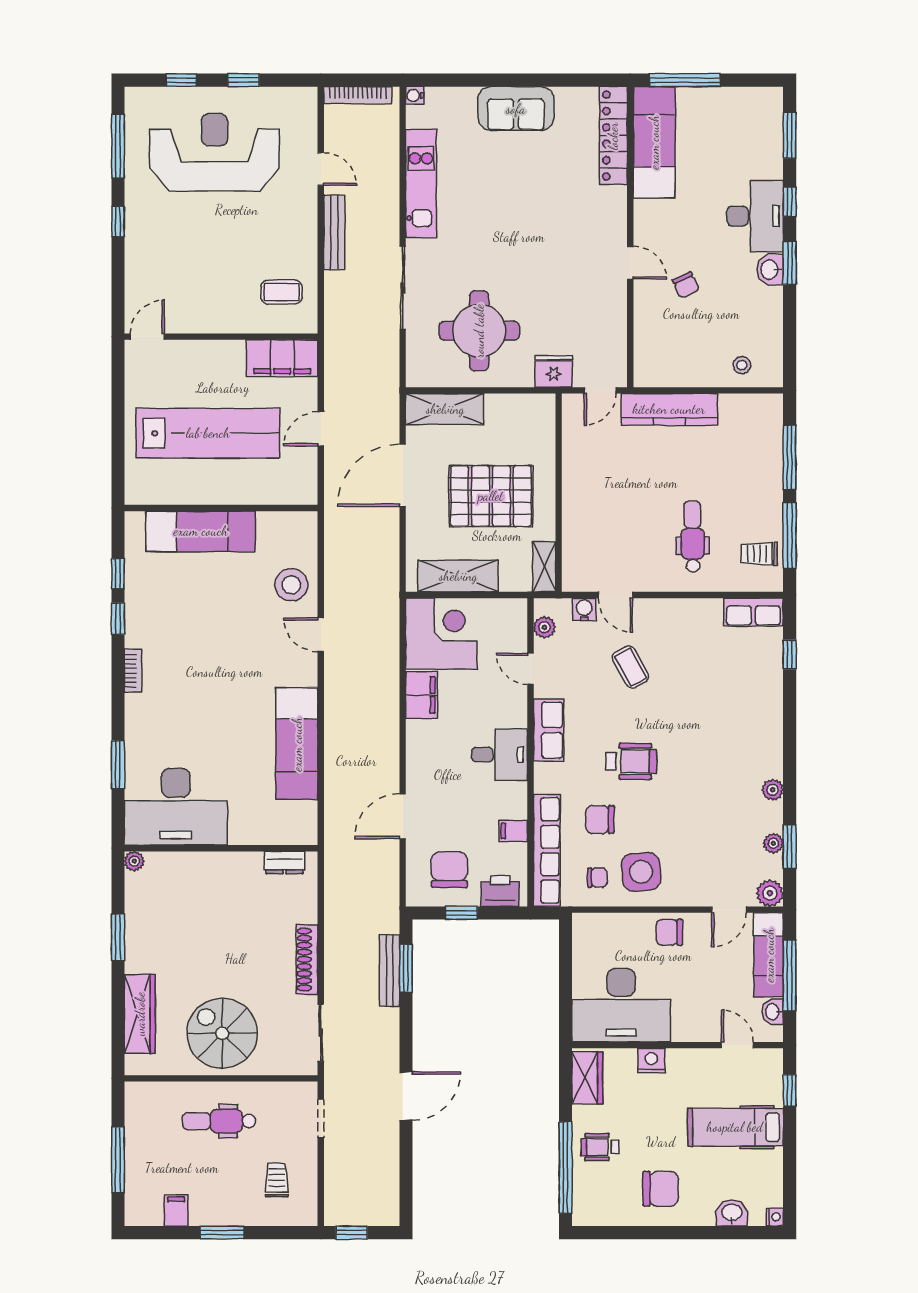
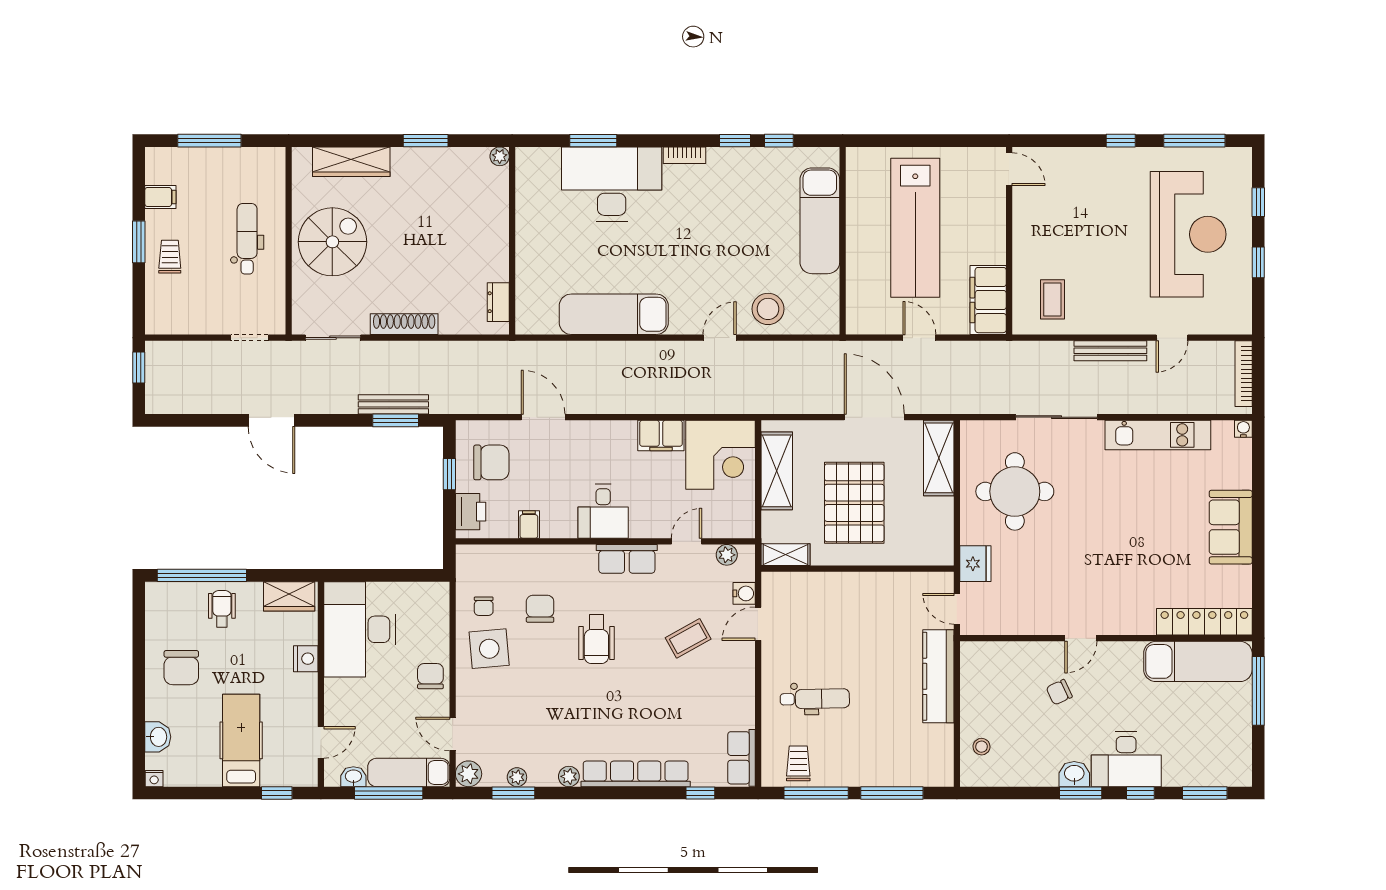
desk: (176, 807) -> (612, 184), moved, turned 90
row of seats: (547, 850) -> (636, 774), moved, turned 180
trolley: (277, 1180) -> (170, 257), moved, turned -90

